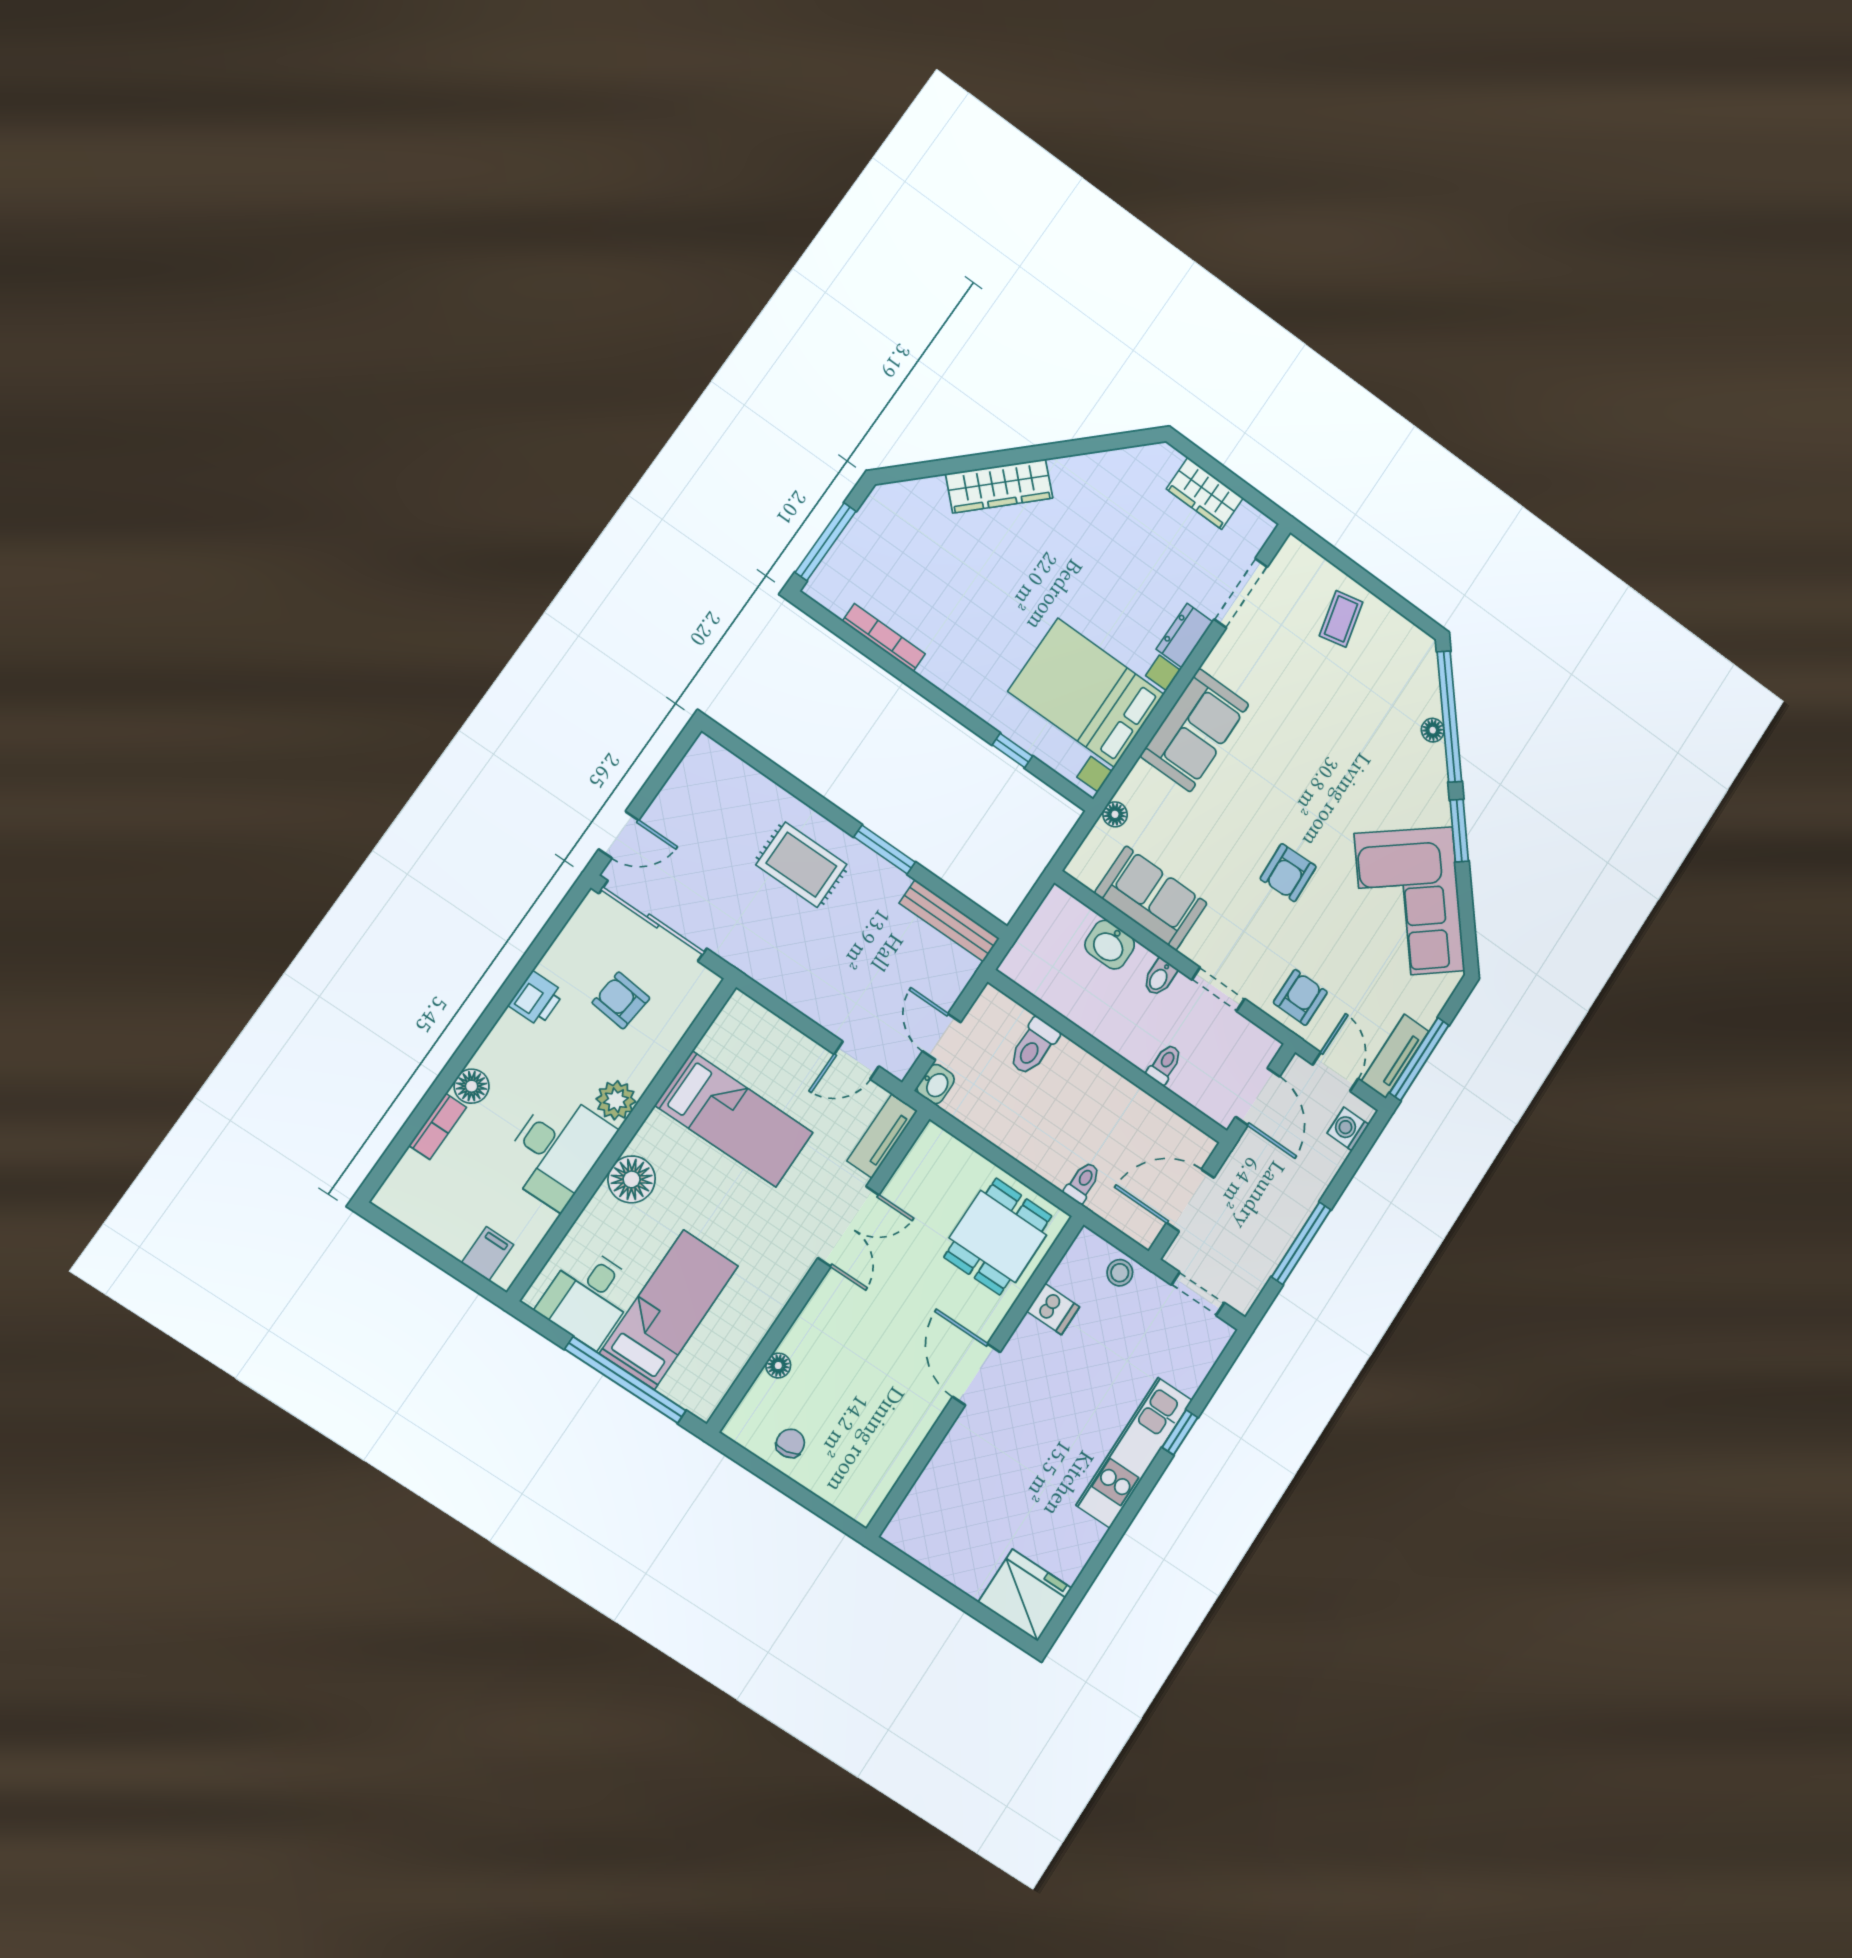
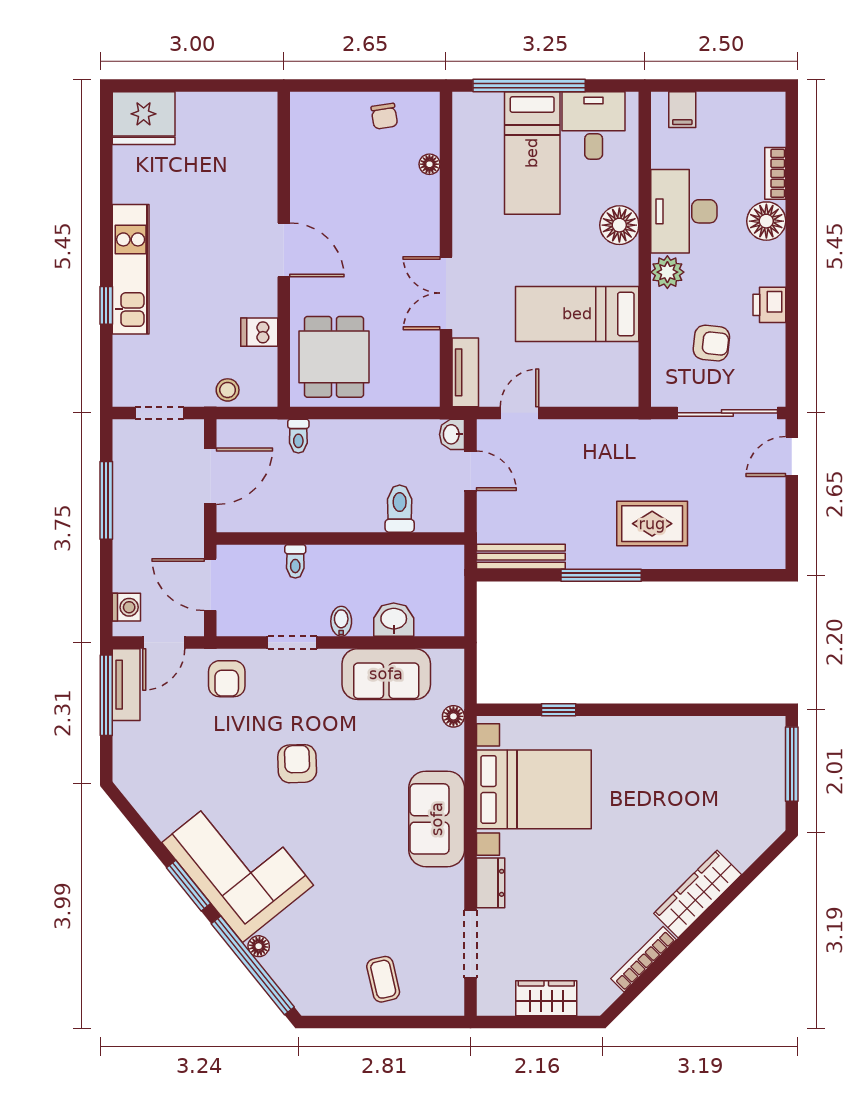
bookcase: (884, 638) -> (644, 959), moved, turned 135
window: (885, 849) -> (601, 575), width x1.44
corner sofa: (1410, 902) -> (238, 864), moved
door: (1335, 1072) -> (164, 642), hinge flipped
floor lamp: (472, 1086) -> (766, 221), width x1.38, depth x1.38

